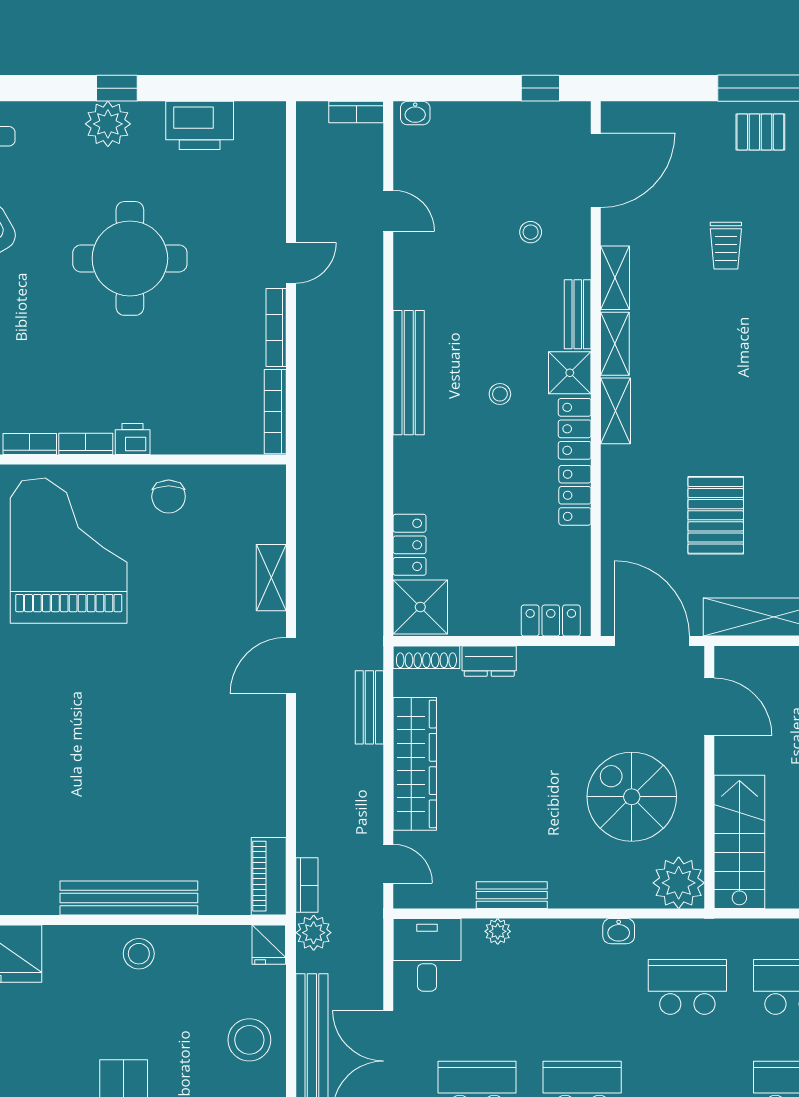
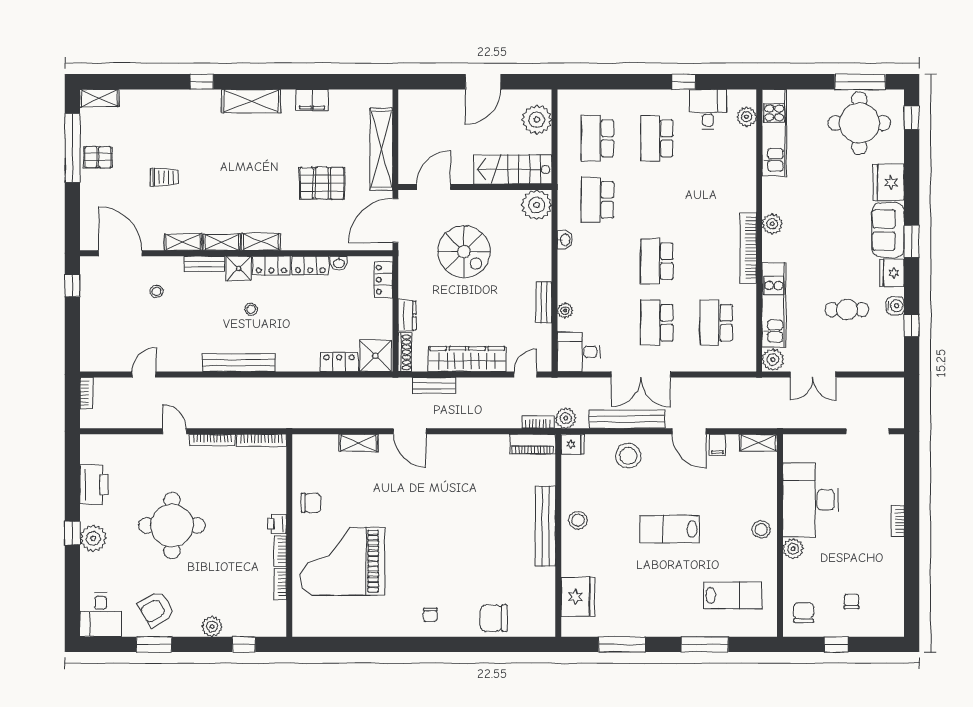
washbasin: (415, 113) -> (339, 263), moved, turned 90
pallet: (760, 132) -> (98, 157), turned 90
spiral stairs: (632, 797) -> (464, 251), moved, turned -90

